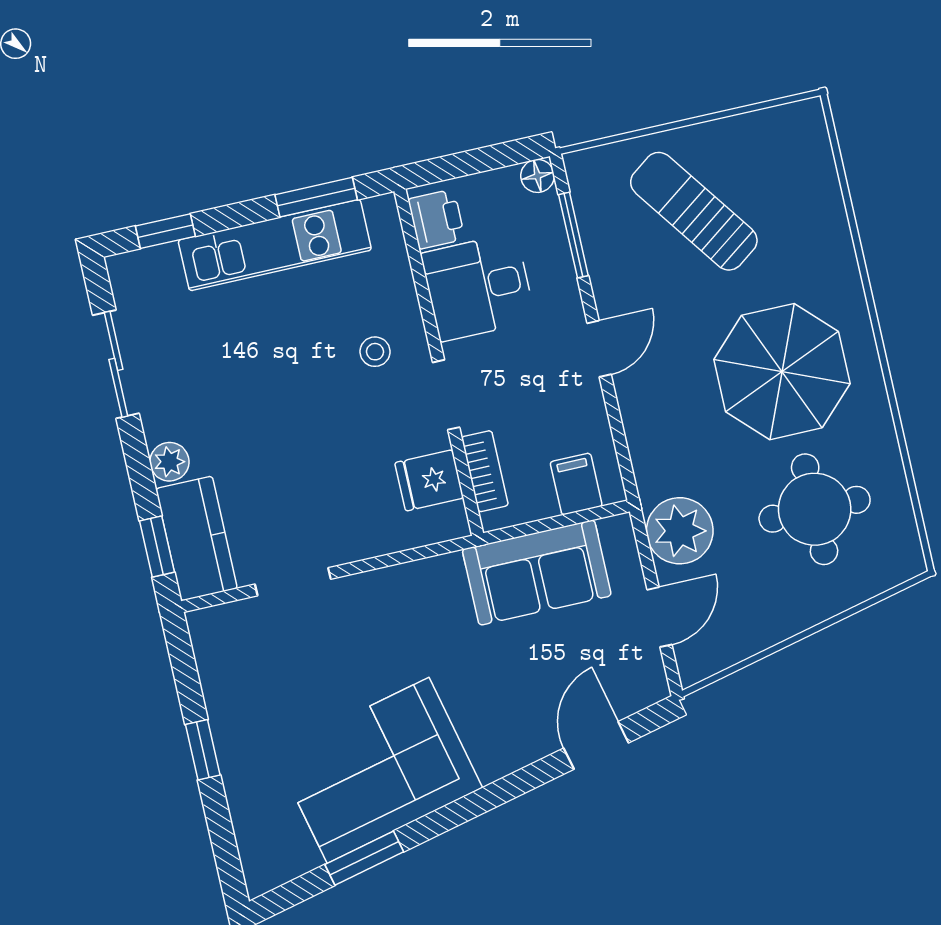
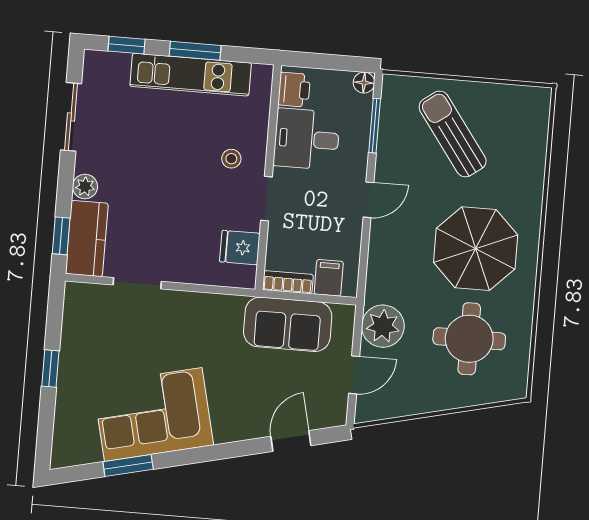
window: (316, 197) -> (195, 51), moved
bookcase: (485, 471) -> (288, 282), moved, turned -90

